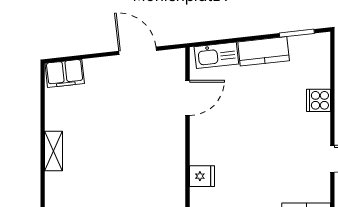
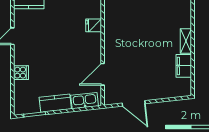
filing cabinet: (65, 73) -> (184, 66), moved, turned -84

